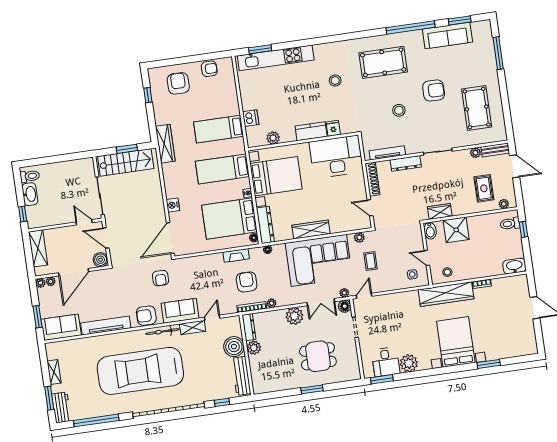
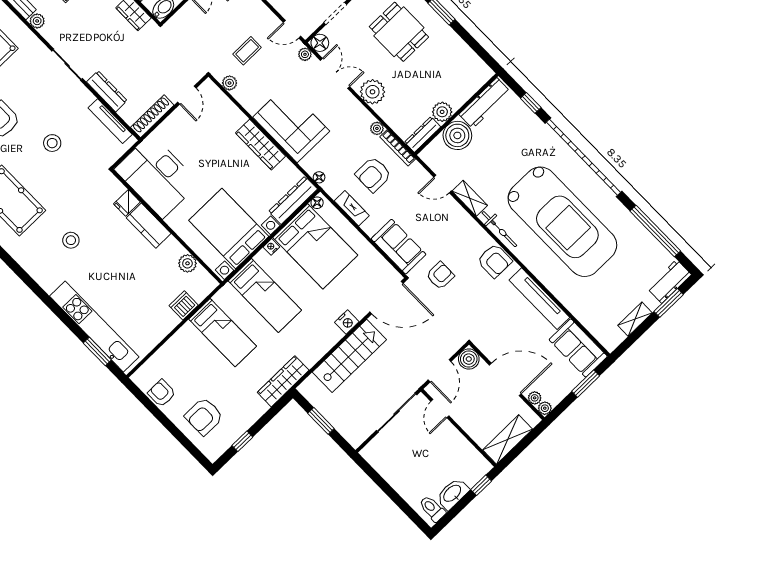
stairs: (126, 162) -> (349, 356), moved, turned 90
corner sofa: (319, 260) -> (291, 124), width x0.73, depth x0.74
sofa: (180, 311) -> (399, 247), moved, turned 180

